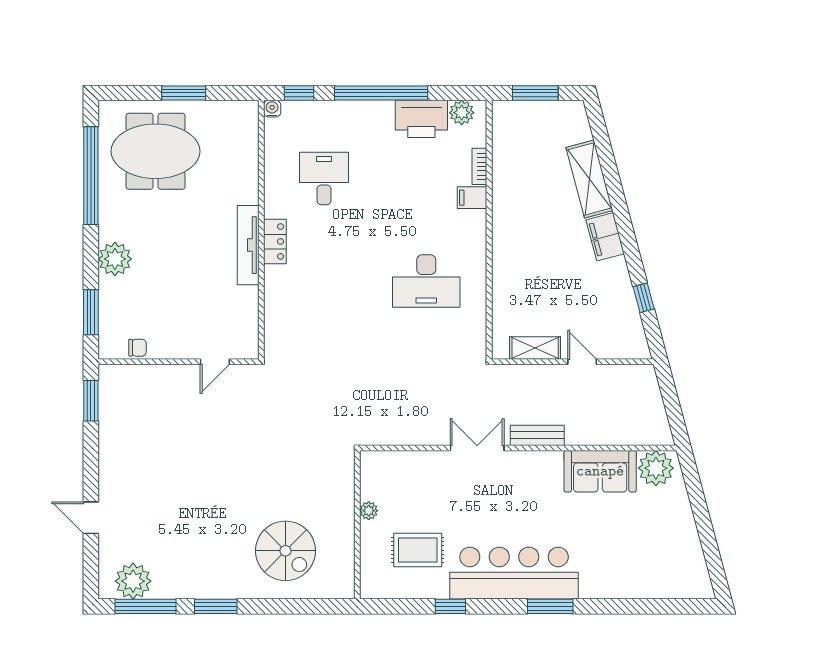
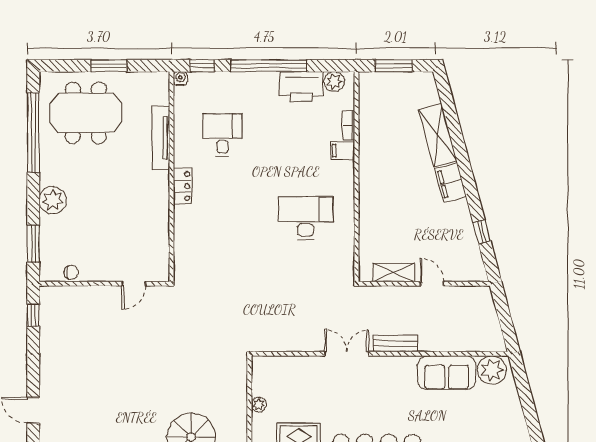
tv unit: (248, 245) -> (161, 138), moved
desk: (426, 281) -> (305, 218), turned 180
window: (91, 401) -> (33, 315), width x0.67

